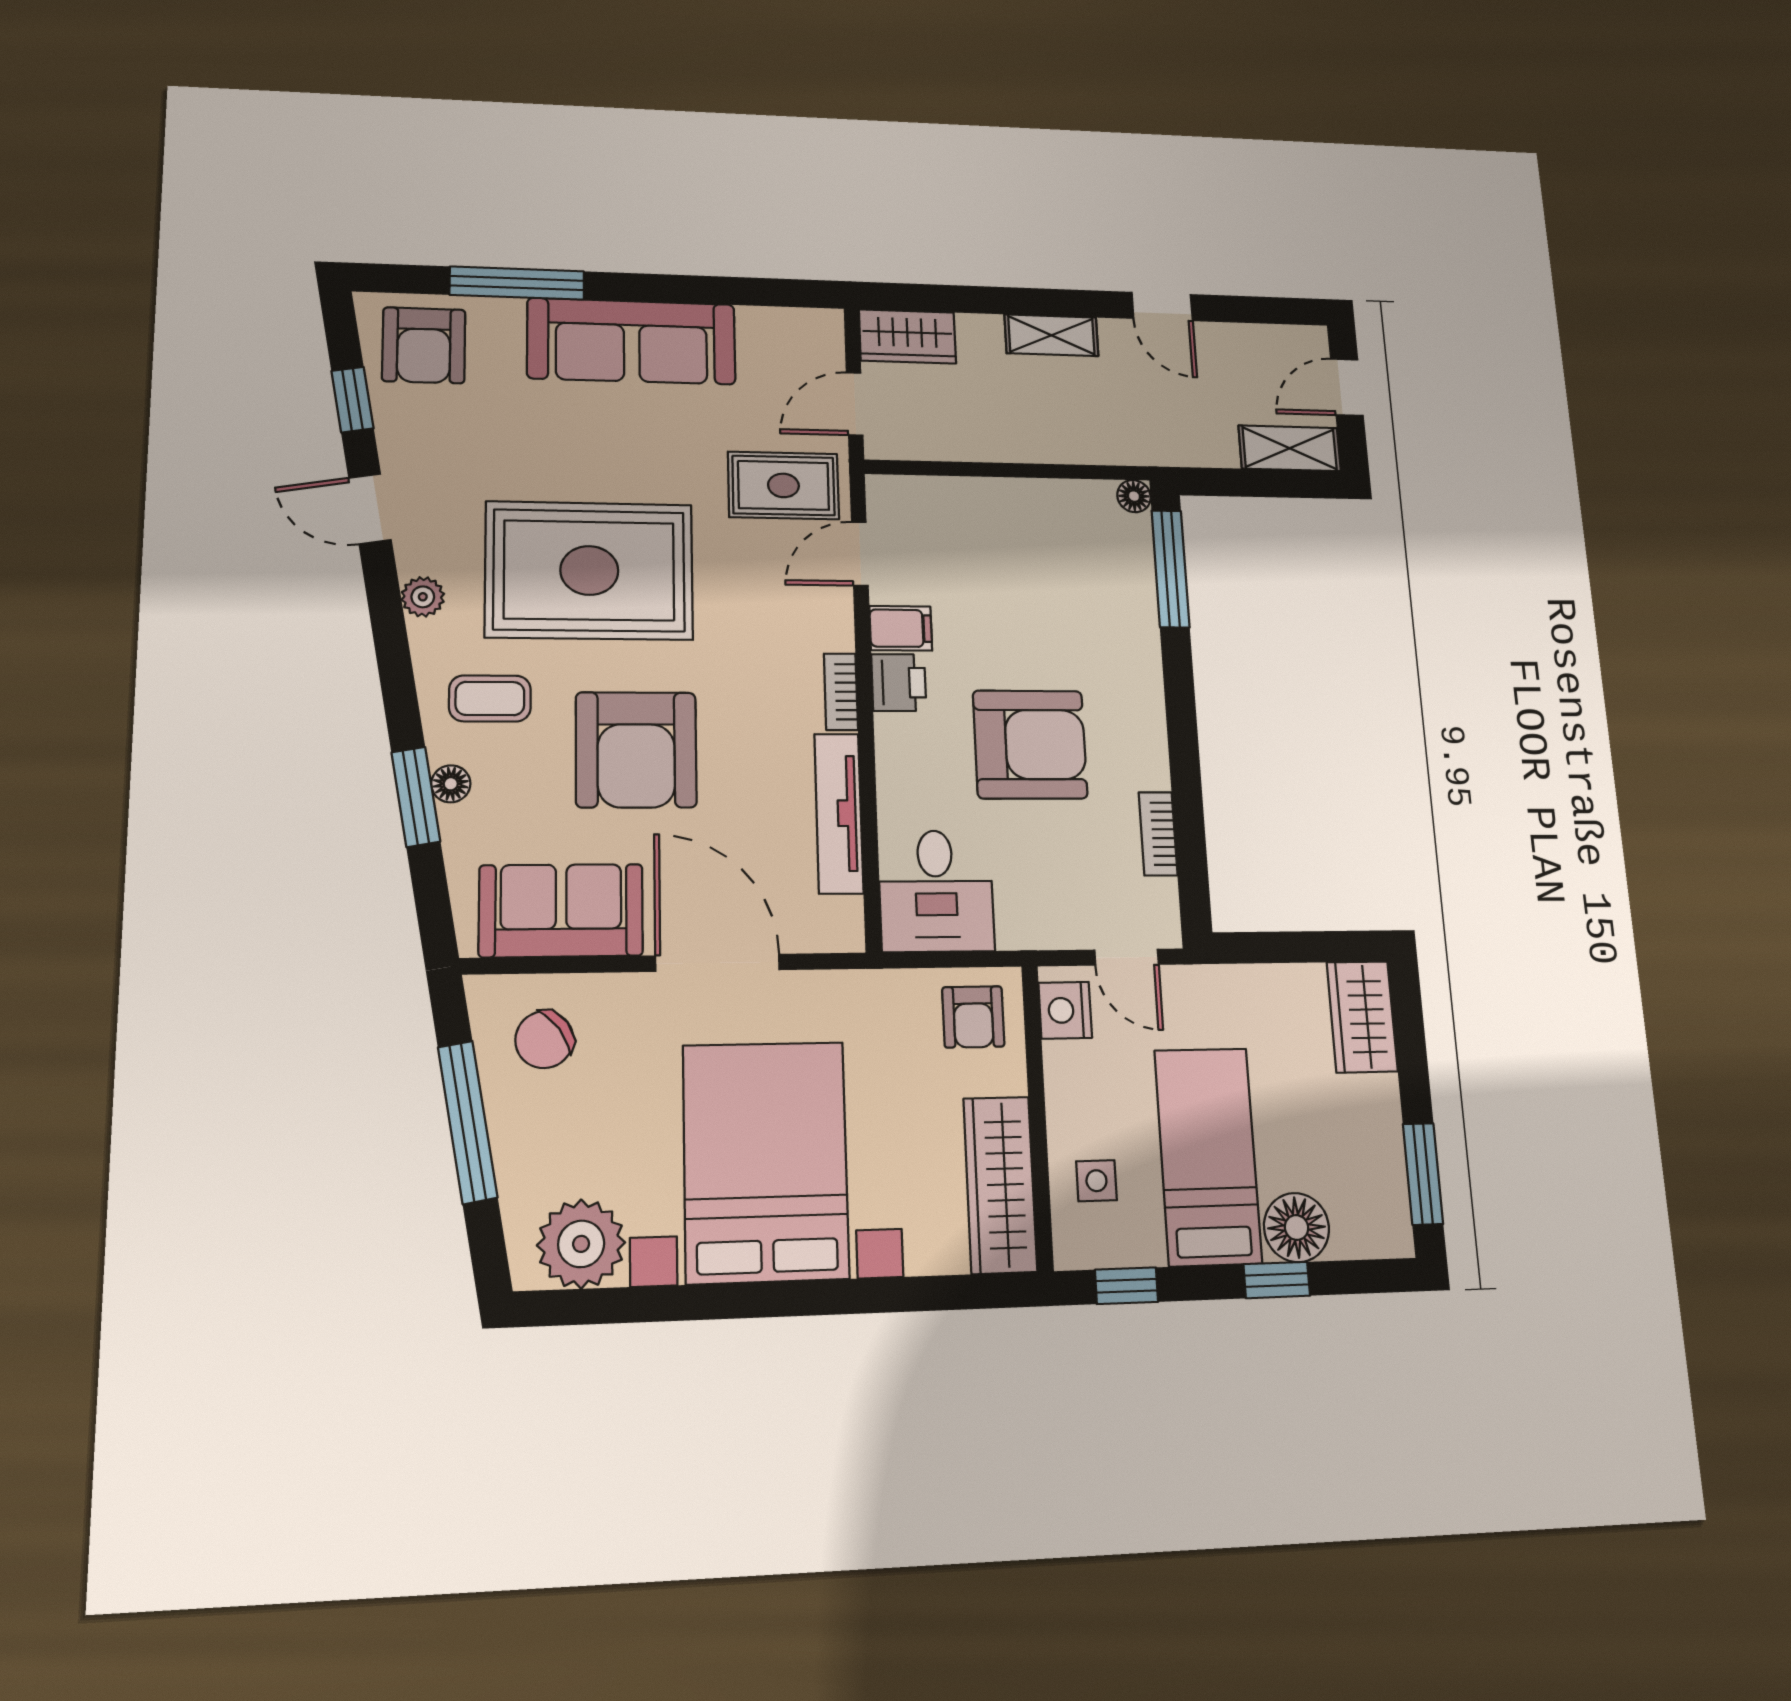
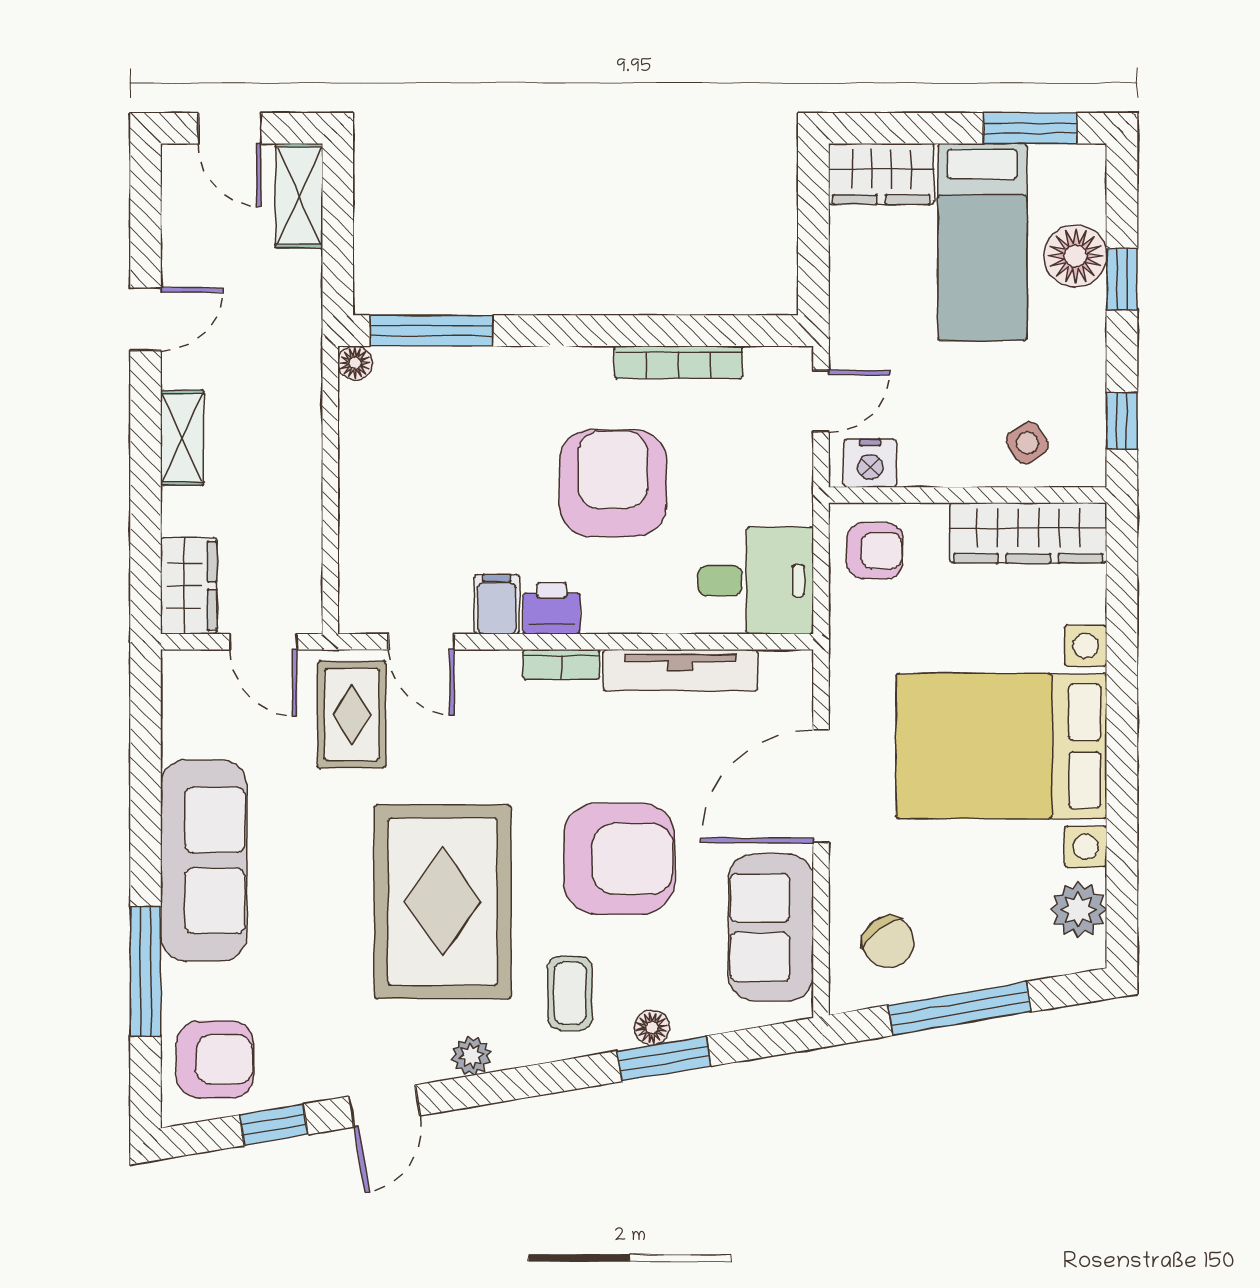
bookcase: (1158, 834) -> (678, 362), width x1.56
bed: (1208, 1156) -> (982, 242), moved, turned -90
side table: (1096, 1181) -> (1027, 443), turned -33
plant: (581, 1244) -> (1079, 910), width x0.73, depth x0.73

